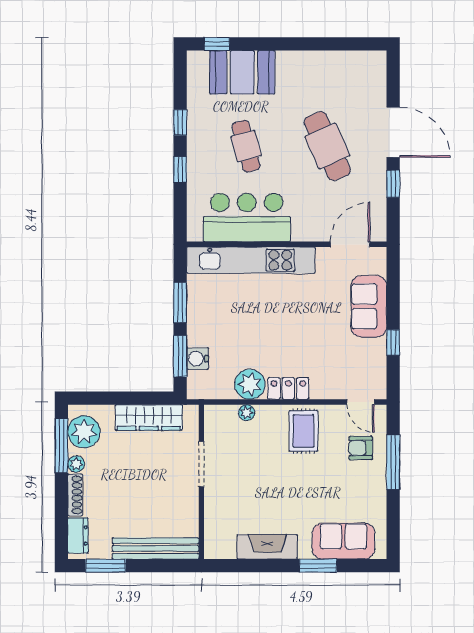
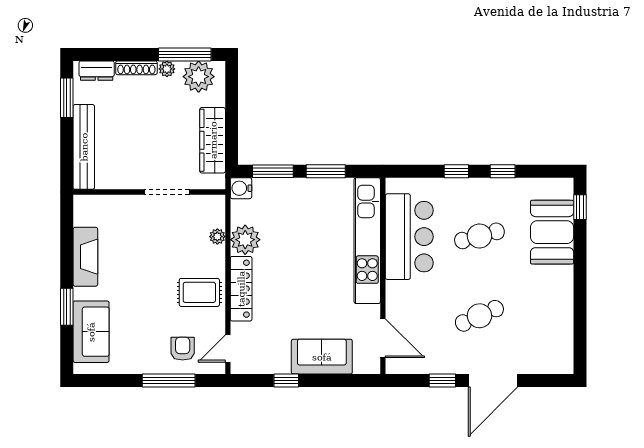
cafe table: (327, 146) -> (479, 316), width x0.73, depth x0.74
water cooler: (197, 359) -> (241, 188), moved, turned -90
locker: (288, 388) -> (241, 289), width x1.53

